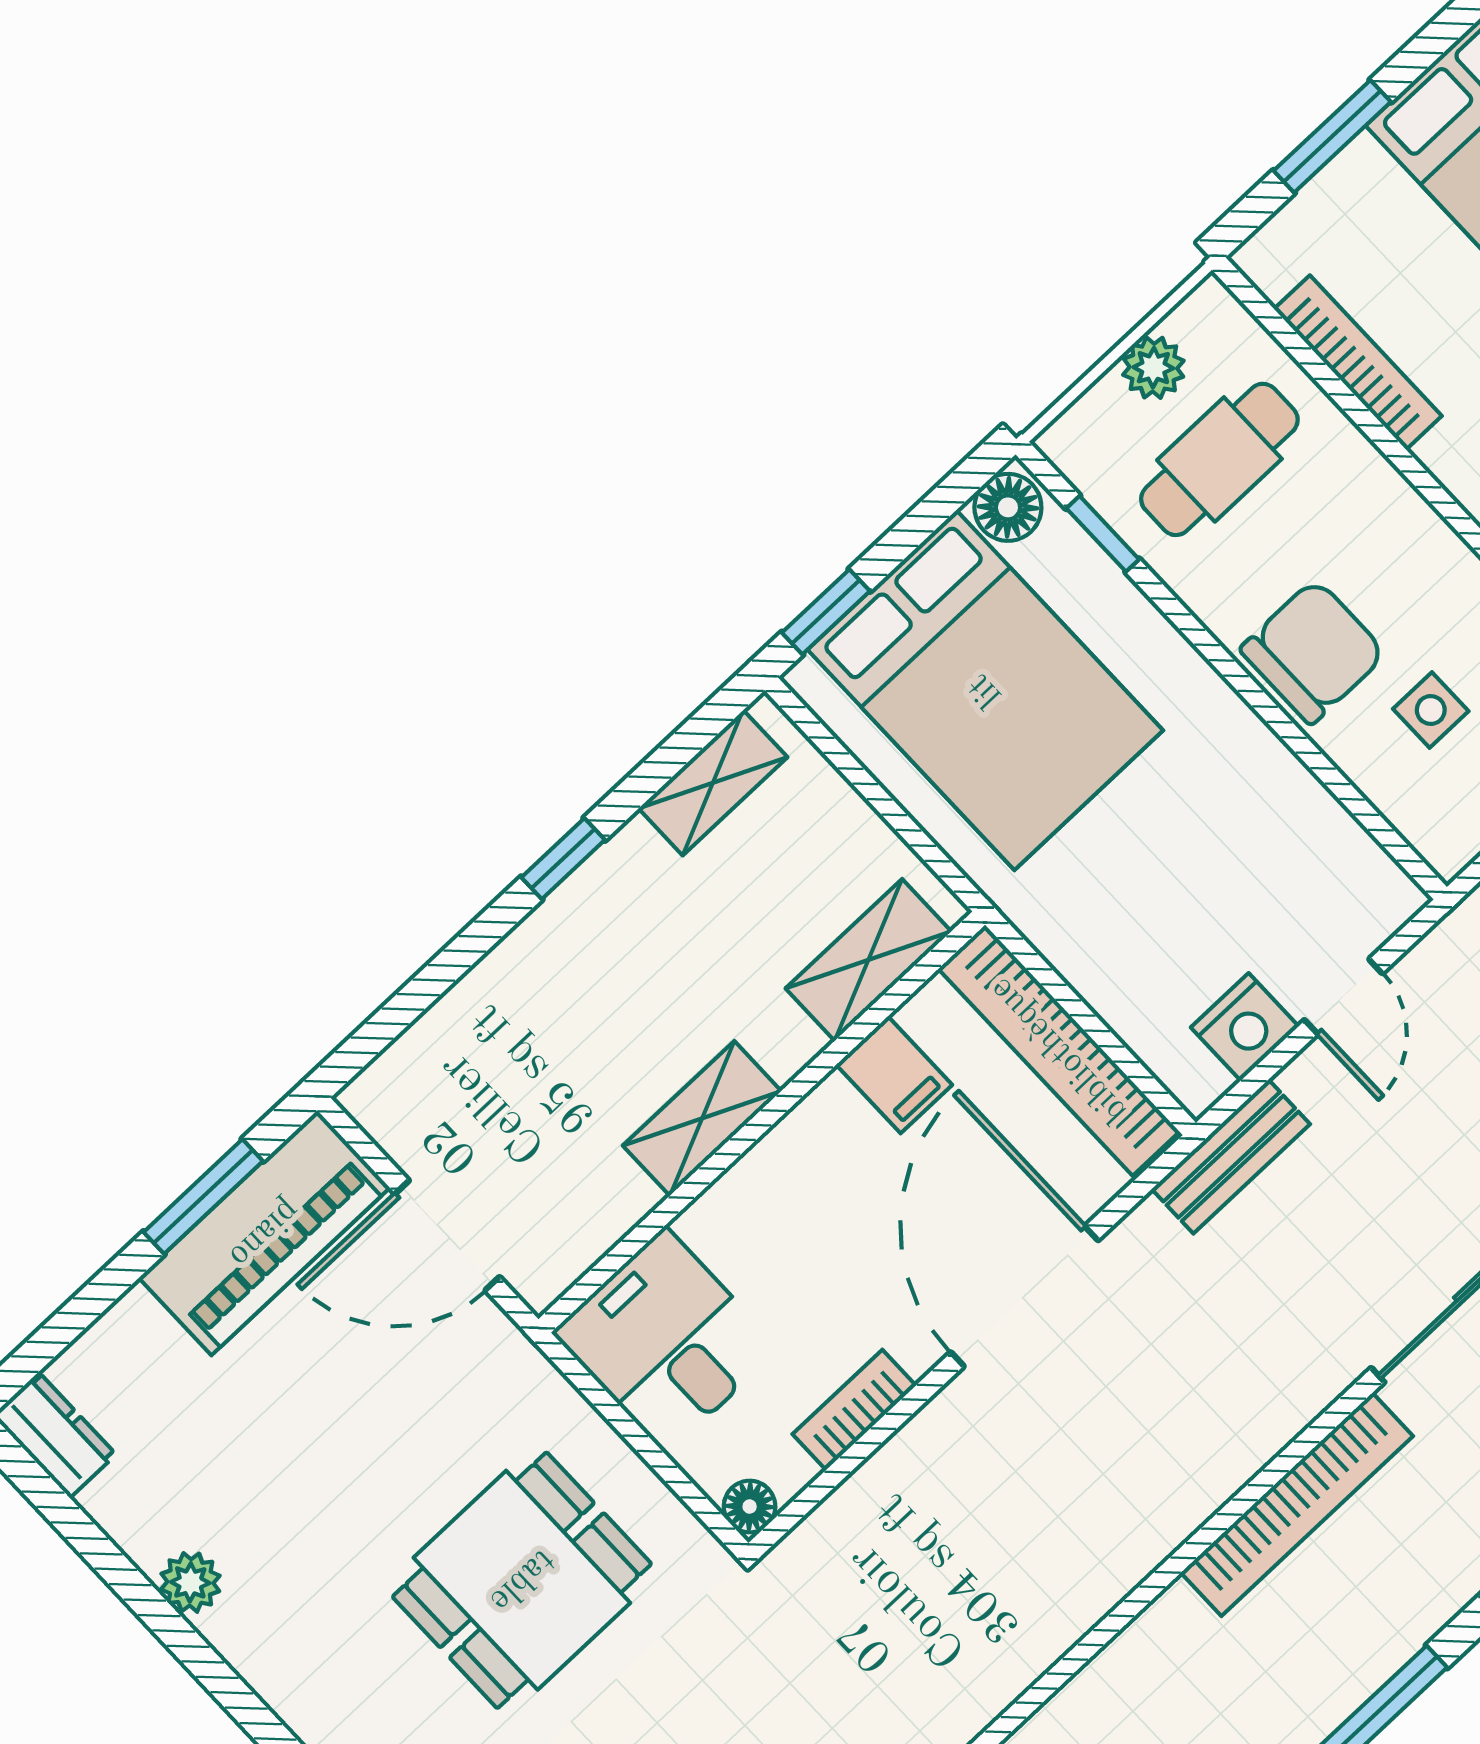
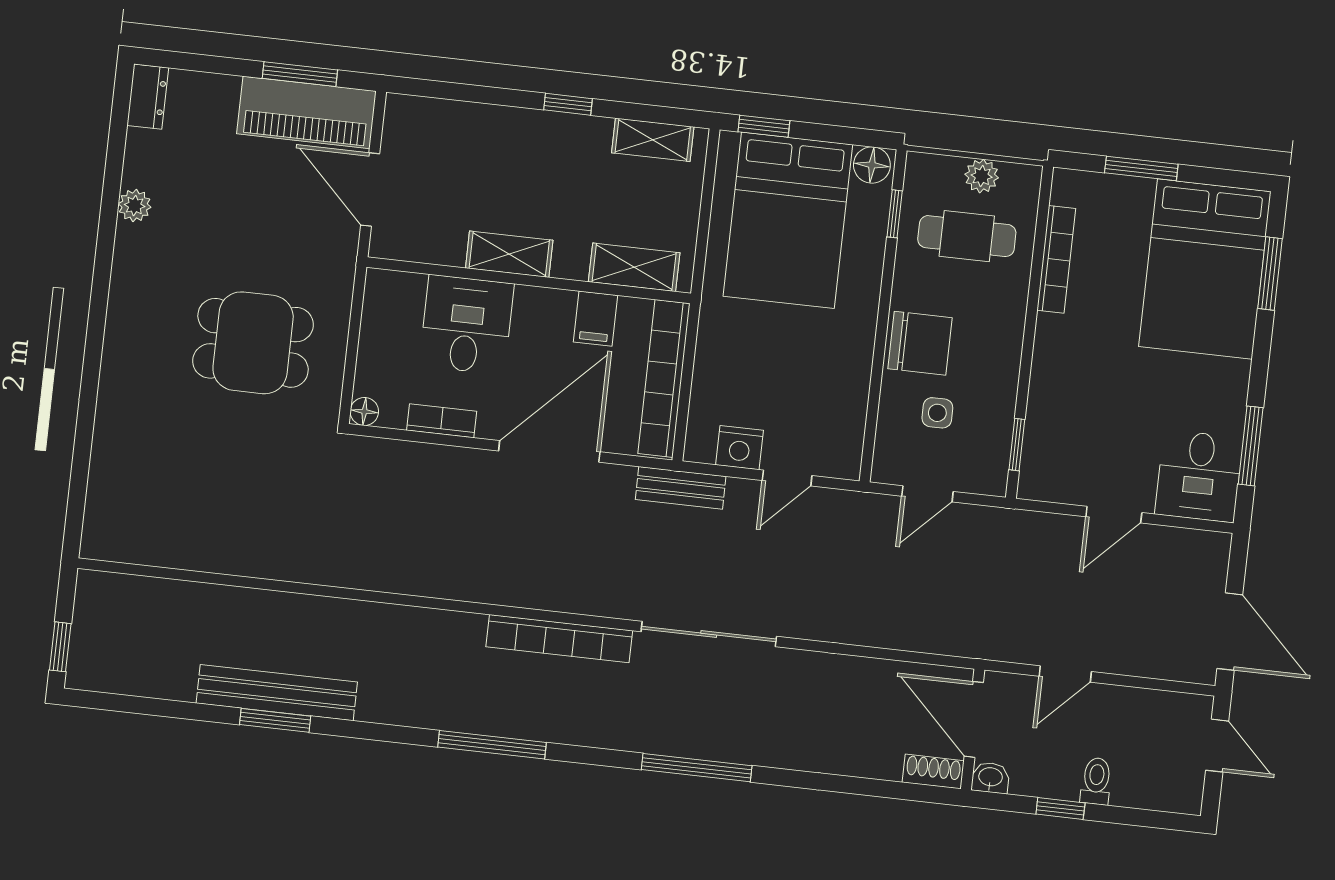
desk: (666, 1340) -> (467, 325), moved

